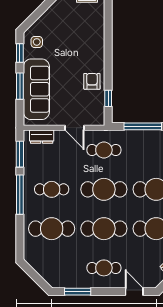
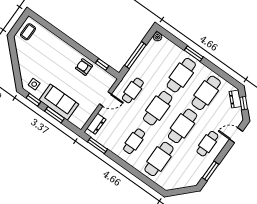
sofa: (36, 89) -> (59, 102), width x0.73
window: (20, 195) -> (123, 164), removed

